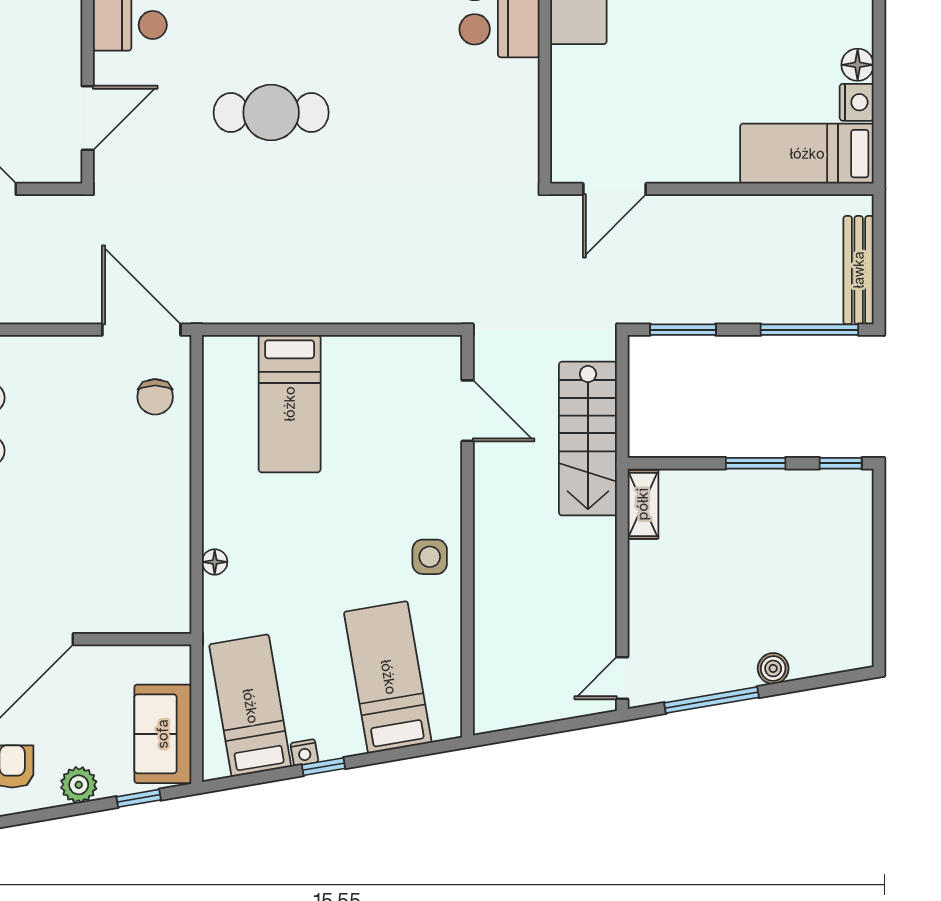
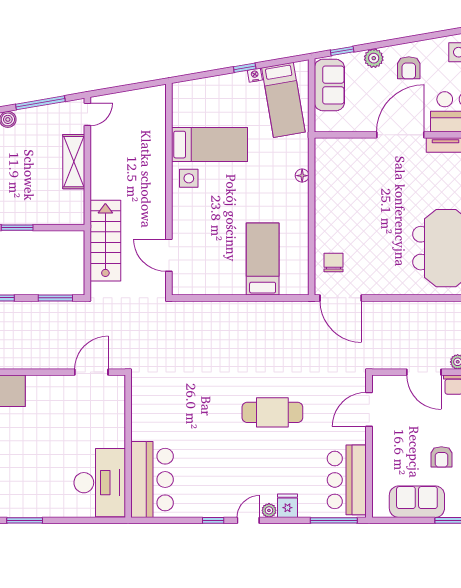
shelving: (643, 504) -> (74, 162), moved, width x1.50, depth x1.33
bed: (388, 677) -> (210, 145), moved, turned -80

